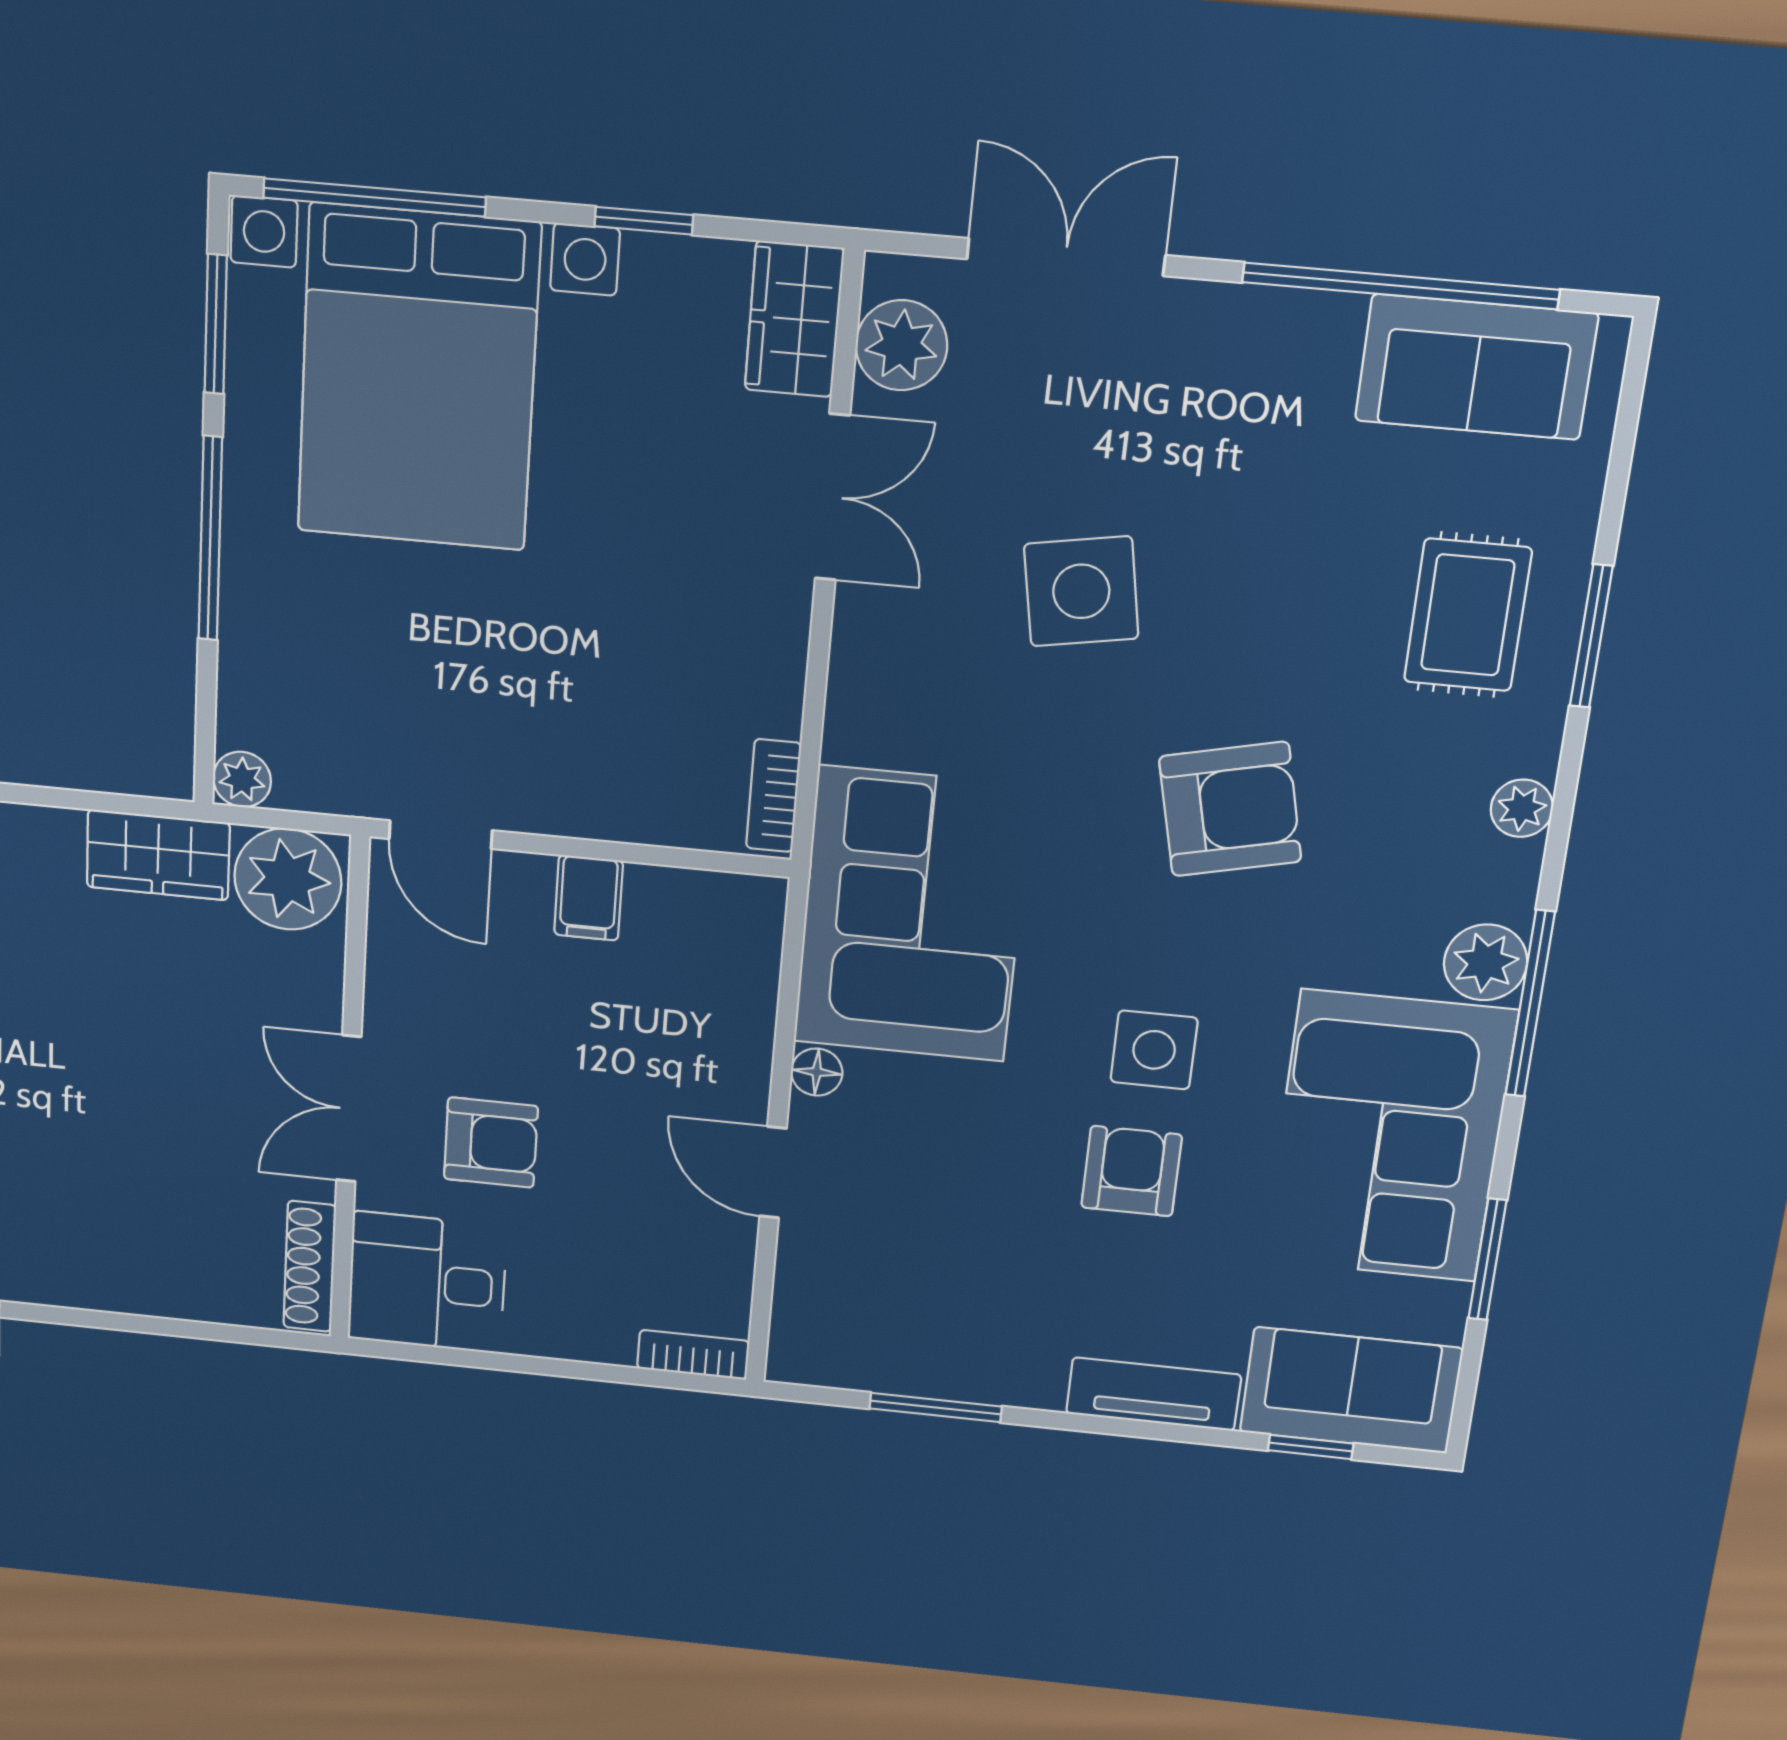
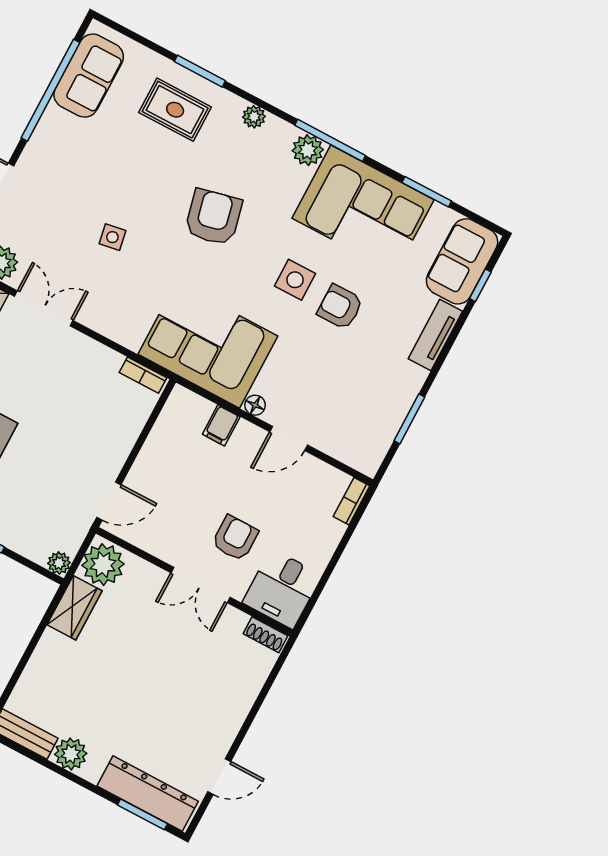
side table: (1081, 591) -> (112, 237), width x0.54, depth x0.54
filing cabinet: (589, 898) -> (221, 425), moved, turned 90
shoe rack: (310, 1266) -> (265, 635), width x0.70

